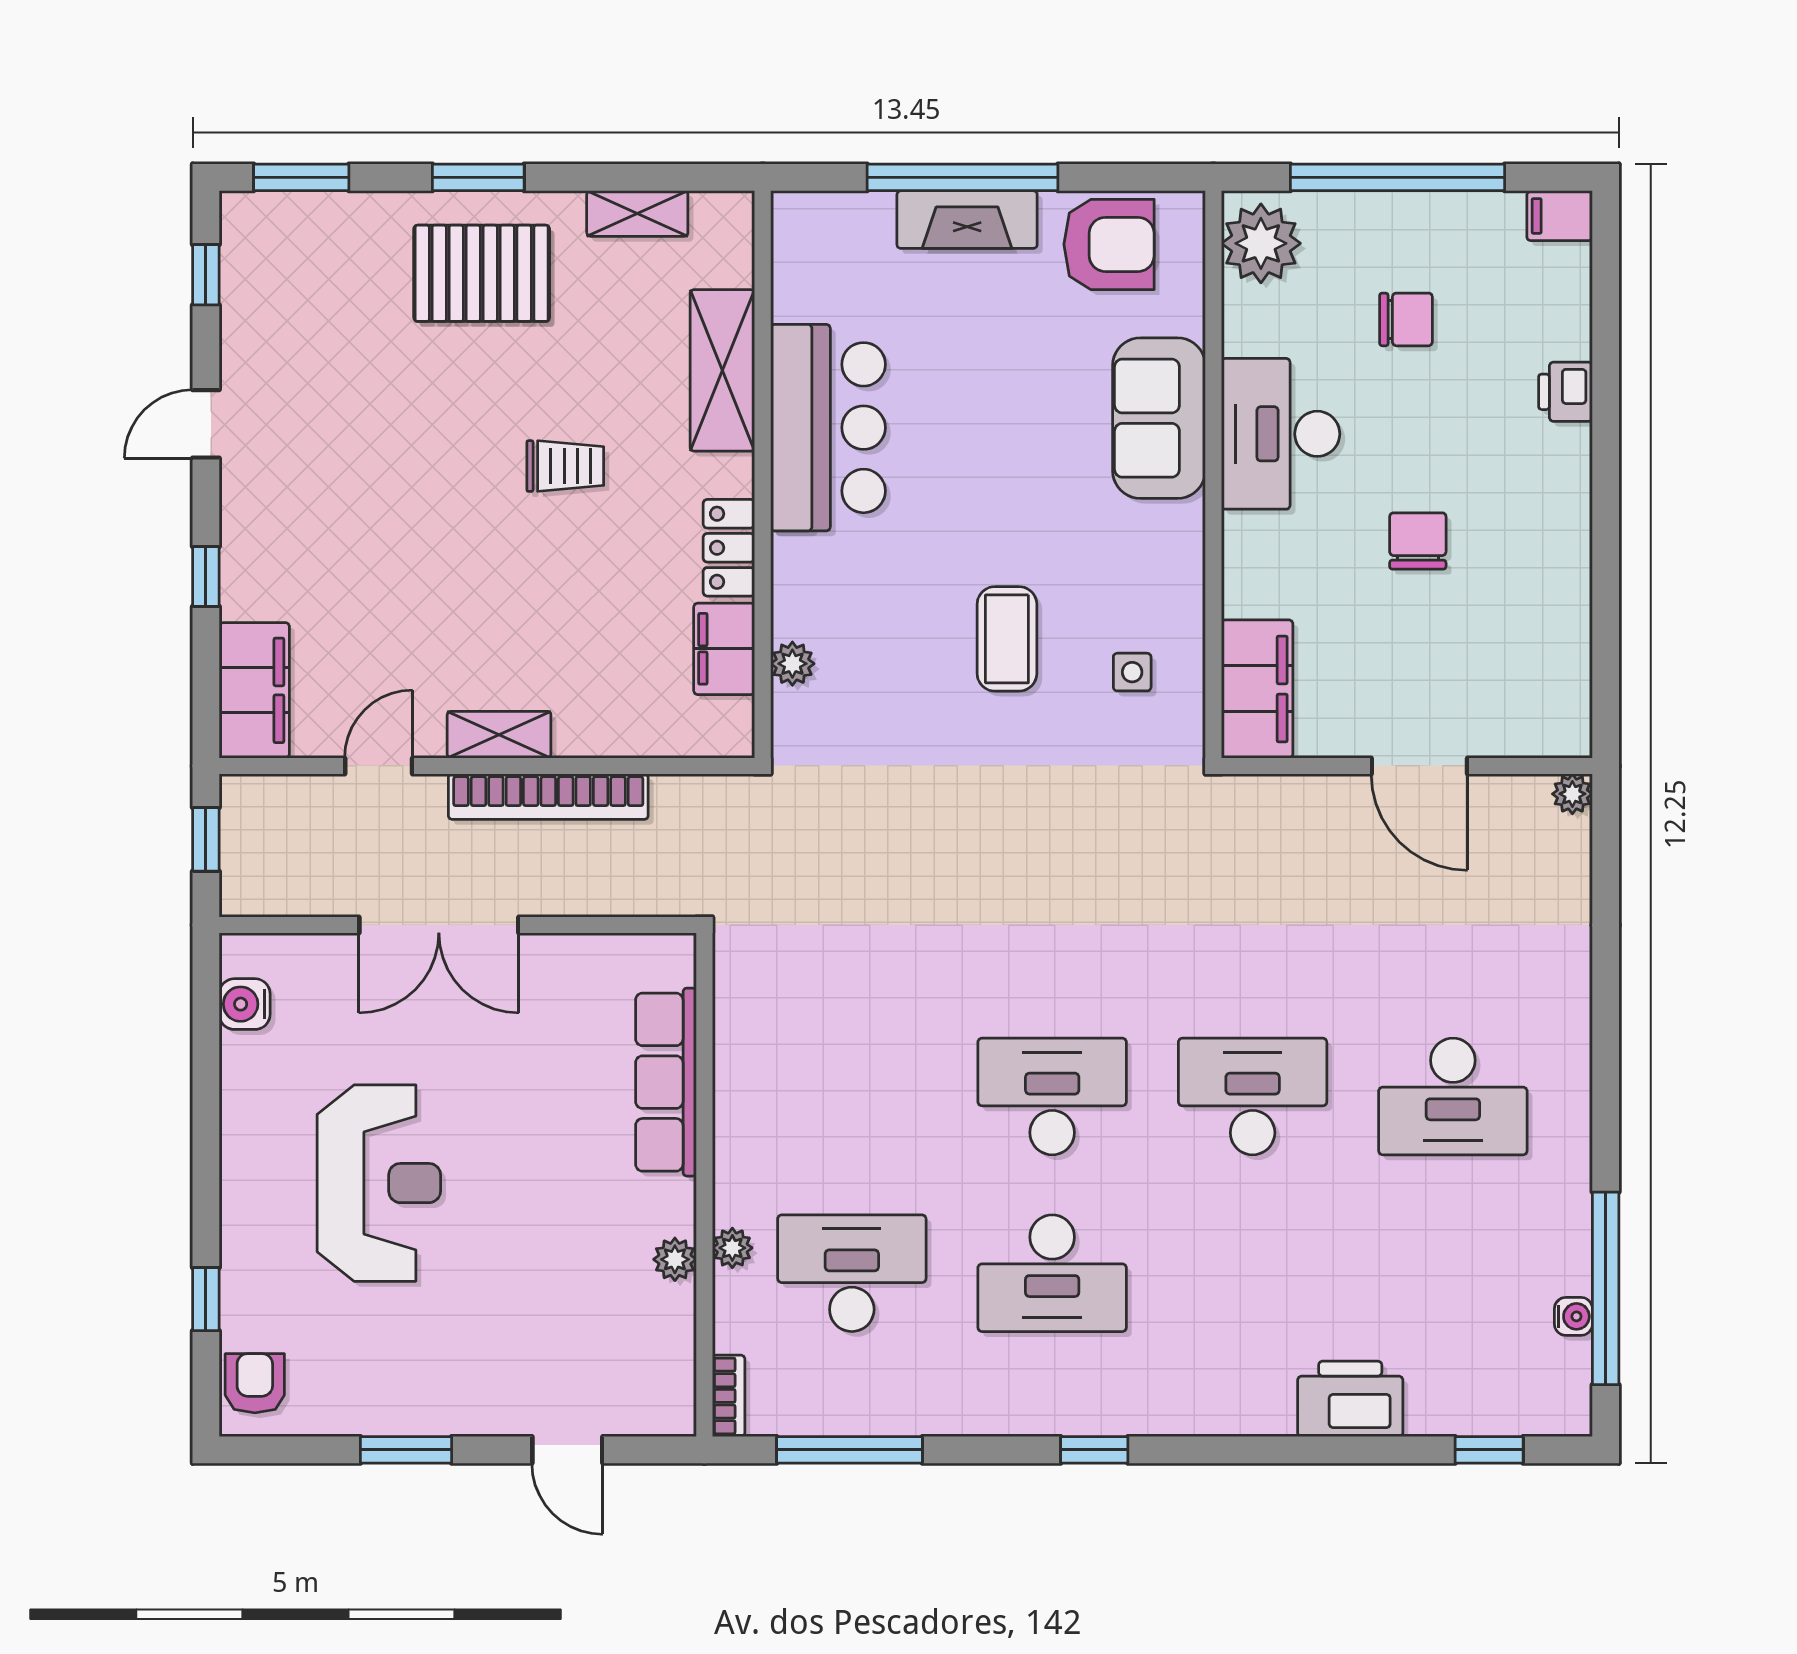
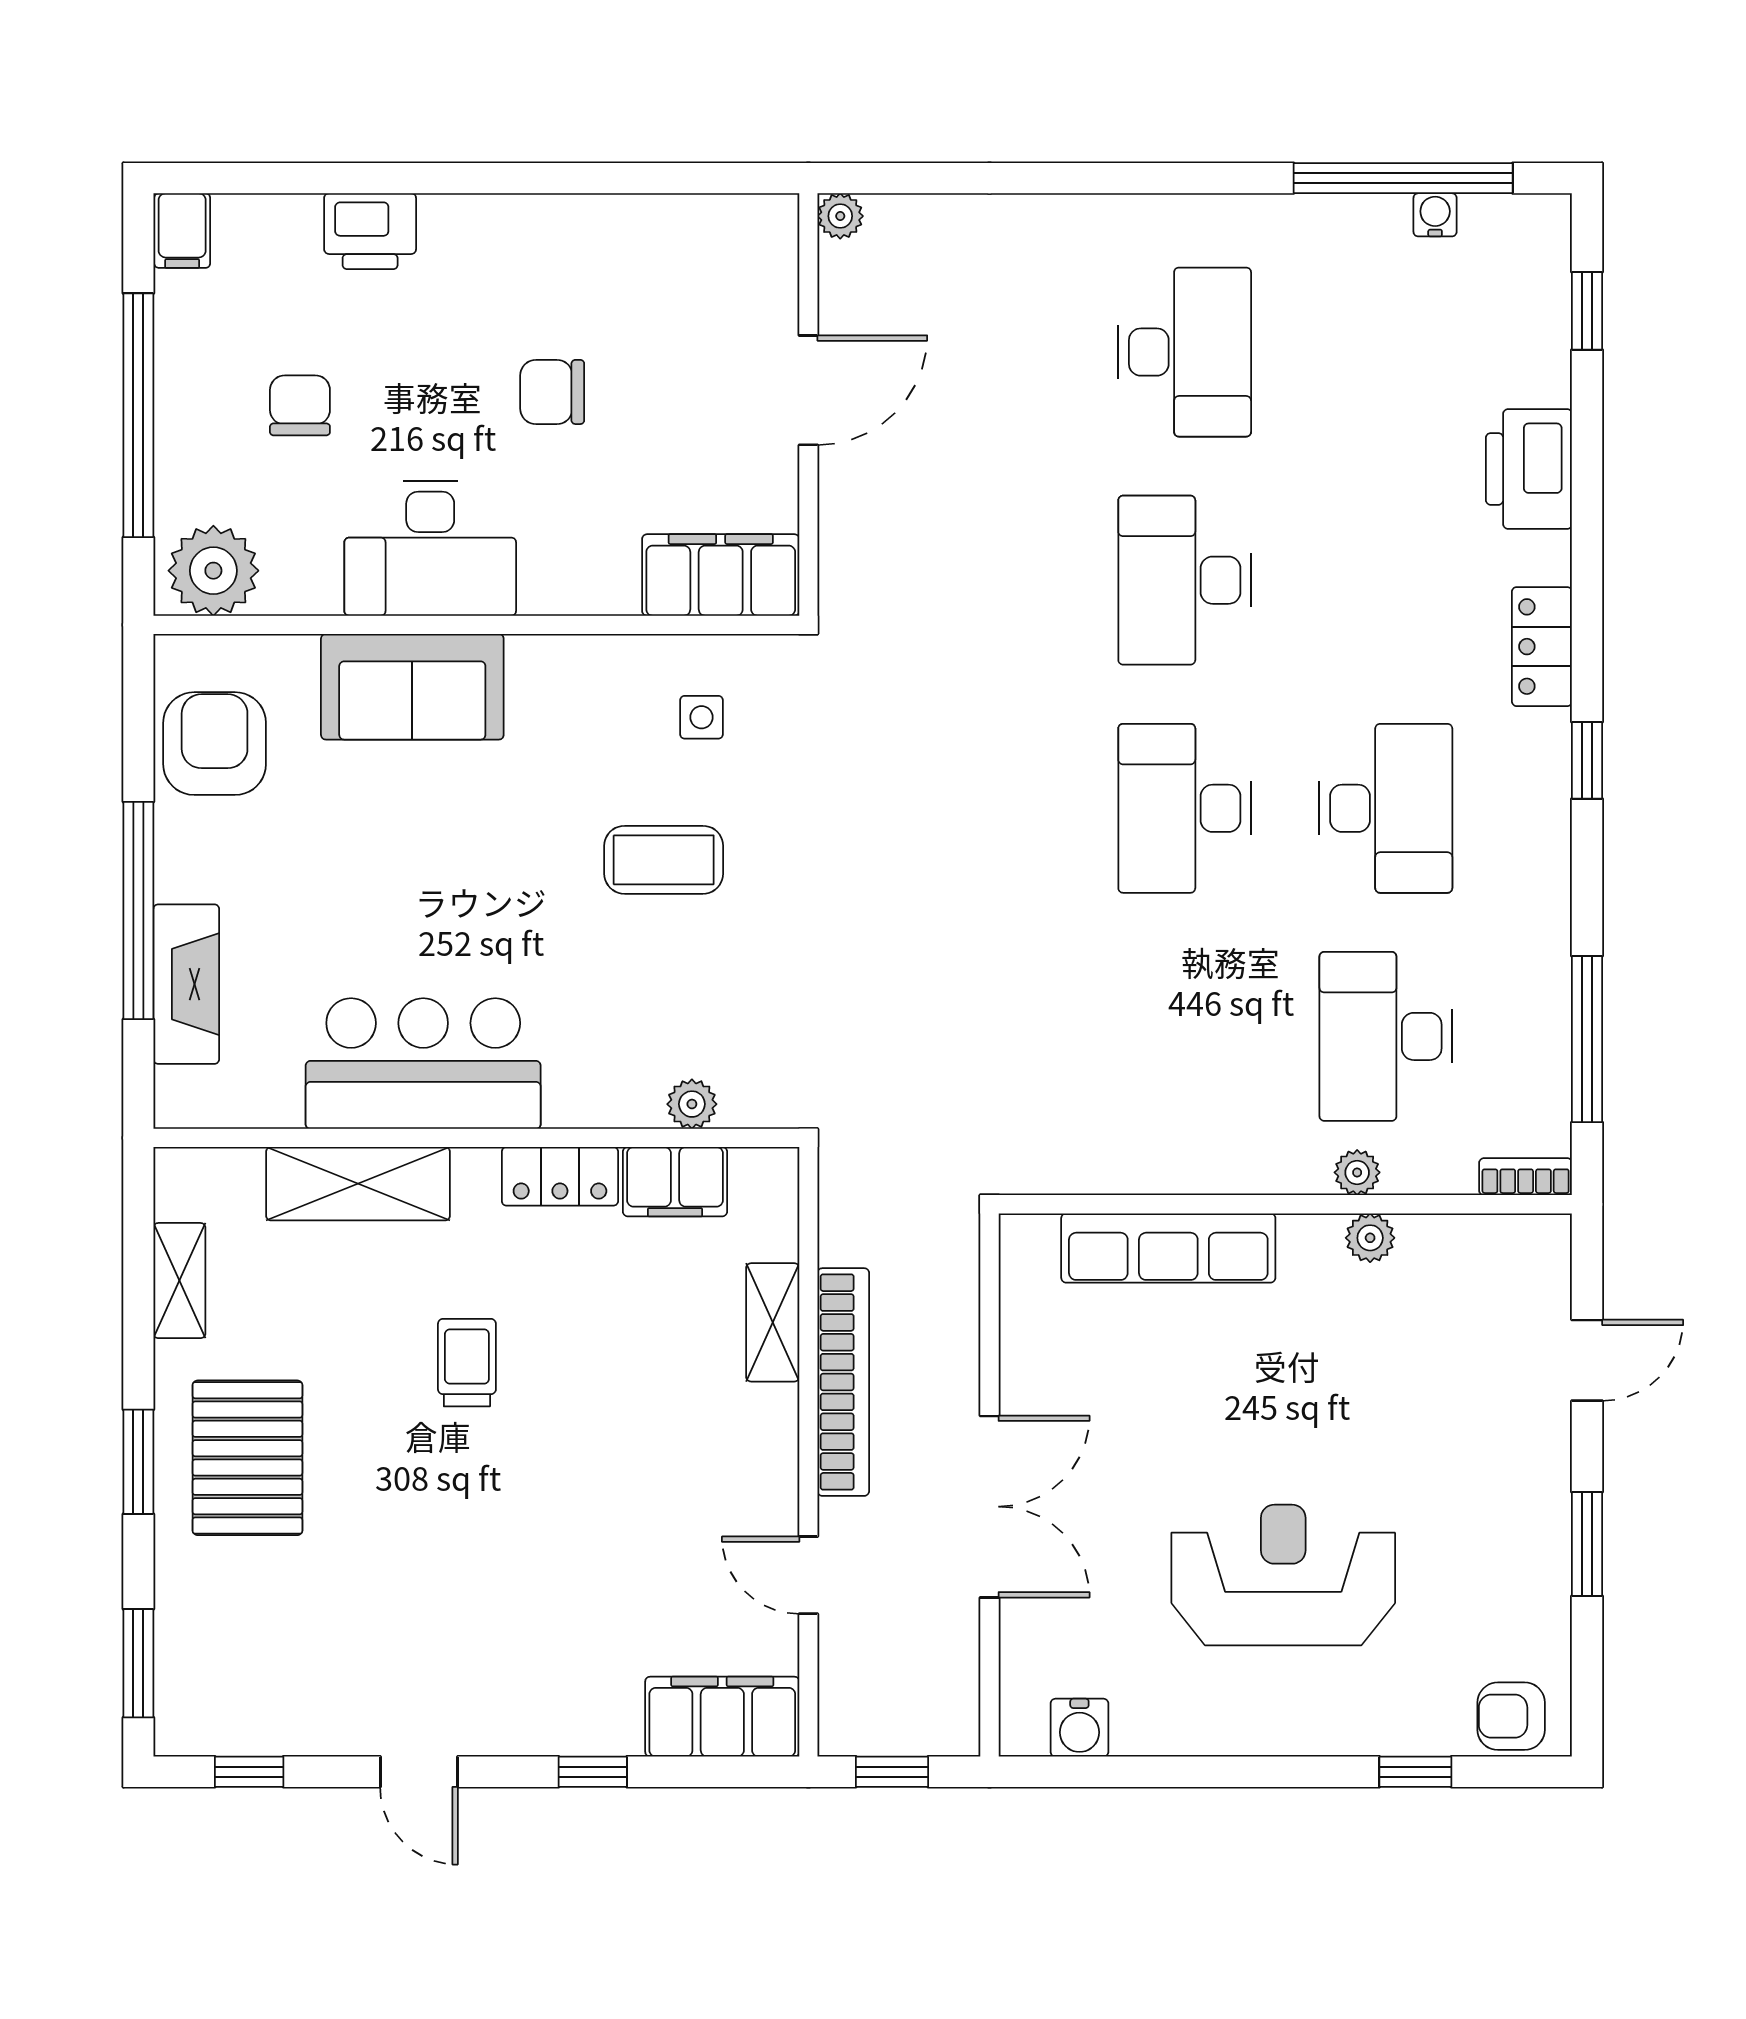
fireplace: (967, 220) -> (186, 984), moved
printer: (1565, 392) -> (370, 231), width x1.36, depth x1.24
shelving: (499, 735) -> (773, 1322), moved
locker: (1194, 1410) -> (1542, 647), added

